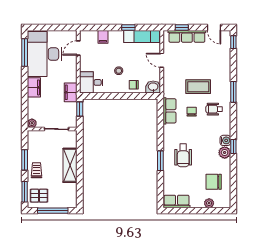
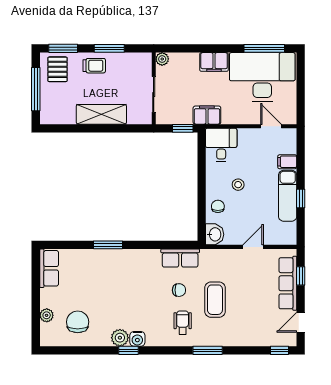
exam couch: (142, 36) -> (288, 196), moved
wheelchair: (183, 155) -> (116, 278), removed

